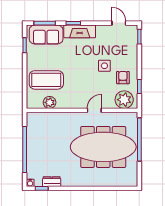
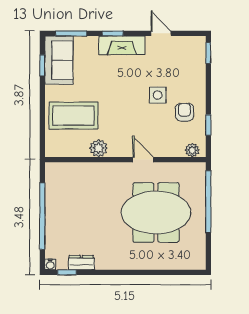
door: (119, 23) -> (161, 33), moved
sofa: (46, 35) -> (59, 60), moved, turned -90
plant: (124, 100) -> (192, 150), width x0.53, depth x0.53
plant: (50, 102) -> (98, 148), moved
door: (94, 110) -> (143, 160), hinge flipped
meeting table: (103, 147) -> (156, 212), width x0.73

